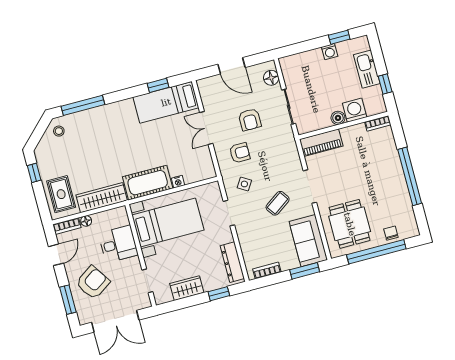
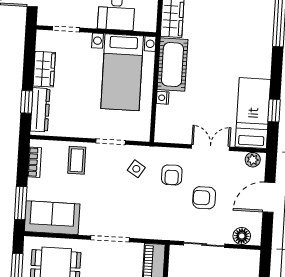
plant: (205, 90) -> (253, 160), added
coffee table: (278, 203) -> (77, 160), moved, turned 35
dresser: (232, 262) -> (40, 110), moved, turned 90

